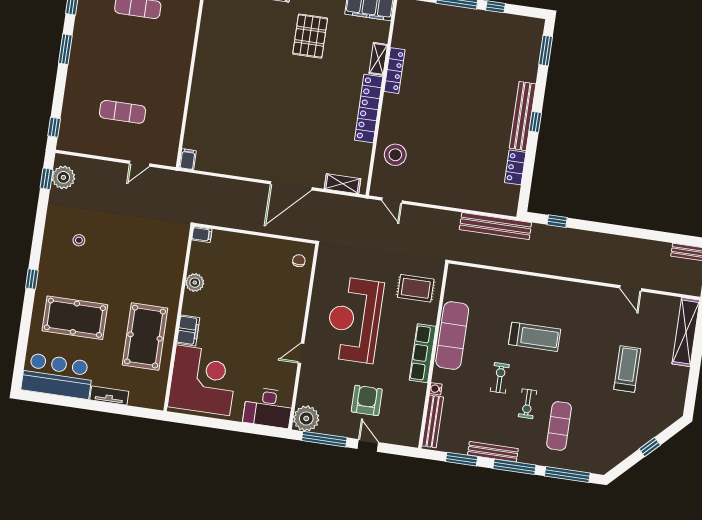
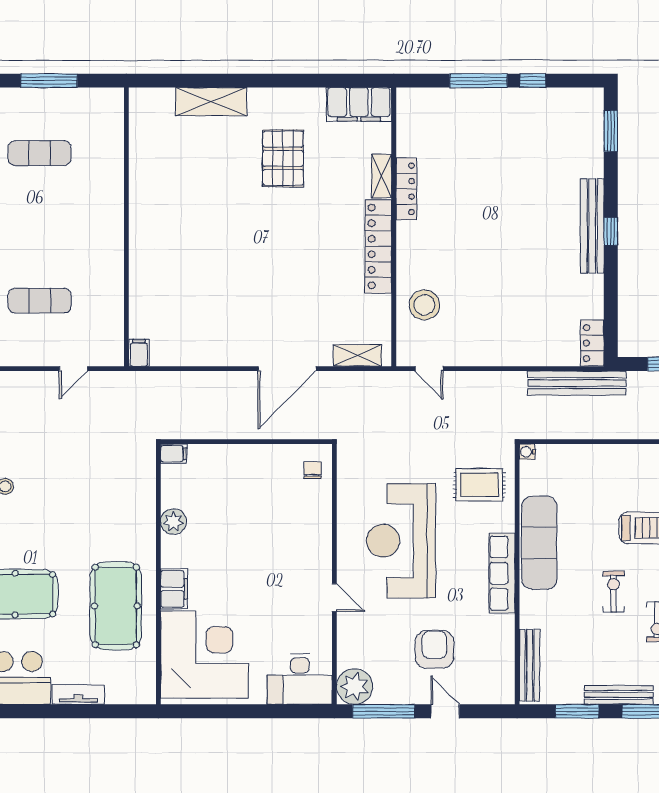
locker: (515, 167) -> (592, 343), moved
door: (301, 353) -> (334, 598), swing flipped
water cooler: (436, 389) -> (527, 452), moved

